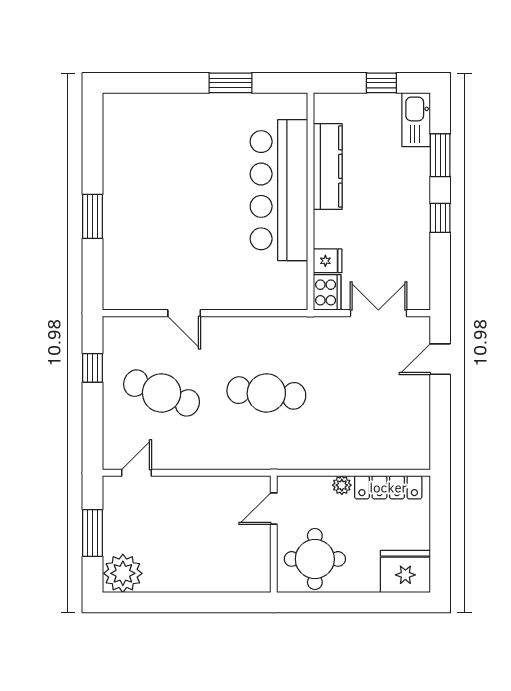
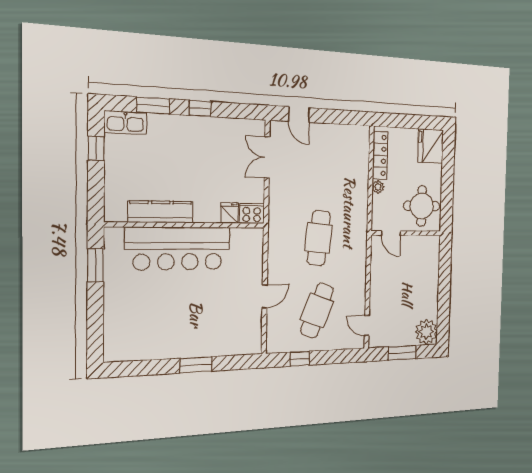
kitchen counter: (328, 166) -> (161, 212), moved
bar counter: (279, 190) -> (178, 249), moved
wall: (311, 201) -> (187, 225), moved
fridge: (328, 261) -> (230, 213), moved
cooker: (327, 292) -> (252, 213), moved

